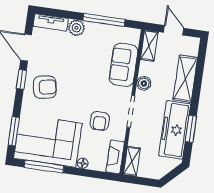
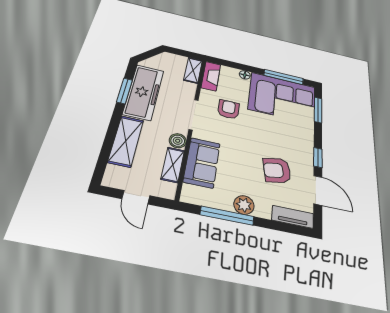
plant: (76, 28) -> (244, 205), moved
shelving: (149, 46) -> (173, 165), moved
armchair: (45, 87) -> (277, 170), moved

